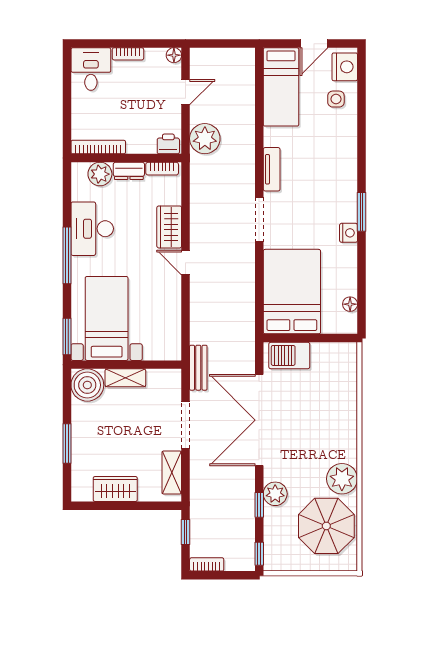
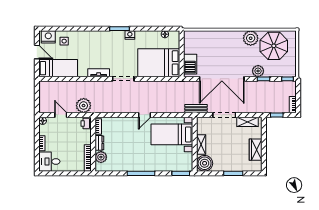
wardrobe: (169, 227) -> (127, 123), removed
desk: (92, 229) -> (128, 161), removed
bed with nightstands: (107, 318) -> (172, 134), moved

